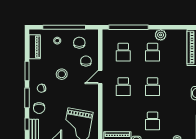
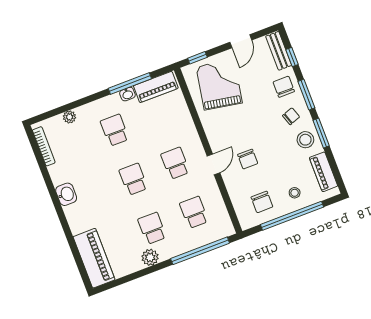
chair: (86, 61) -> (248, 159), moved
stool: (62, 74) -> (305, 140), moved

